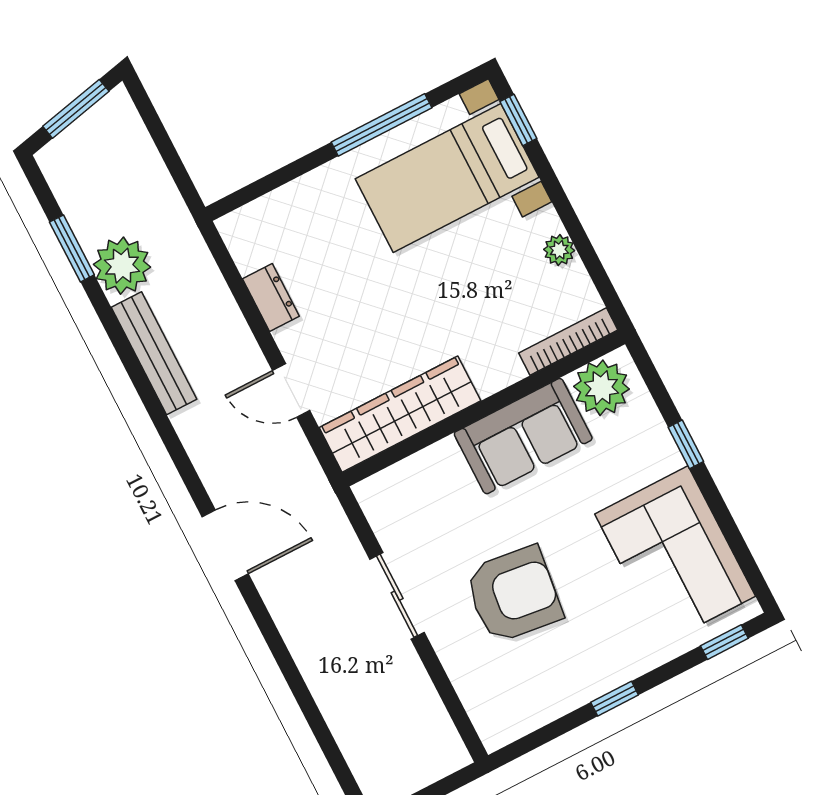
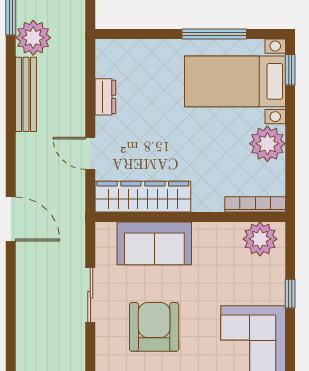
plant: (559, 250) -> (267, 144), width x1.88, depth x1.88
sofa: (523, 436) -> (154, 243), moved
armchair: (514, 594) -> (154, 327), turned -97

